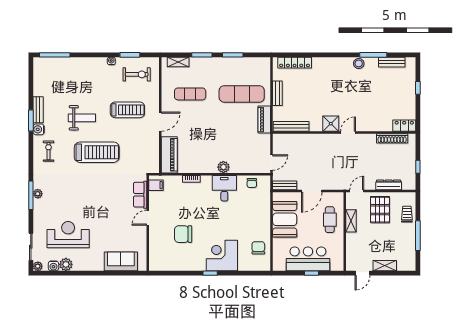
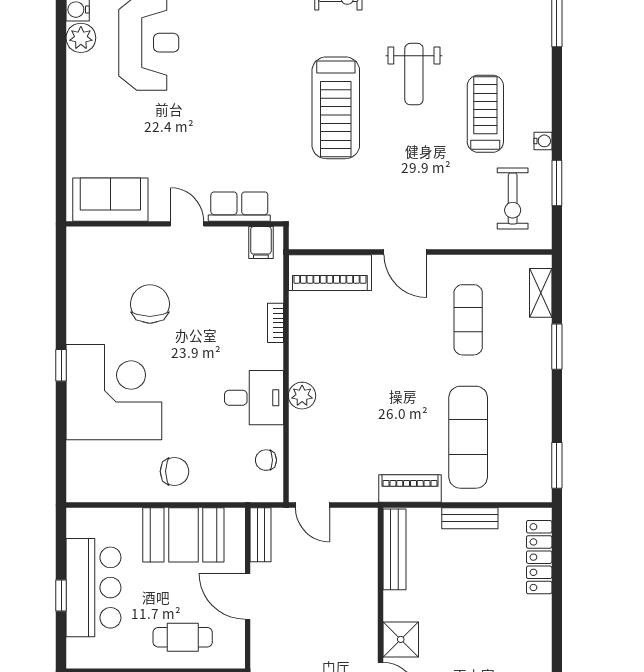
window: (233, 55) -> (557, 465), moved
treadmill: (127, 110) -> (485, 114), moved, turned 180
chair: (258, 248) -> (175, 471), moved
corner desk: (222, 255) -> (114, 392), width x1.36, depth x1.36
sofa: (121, 261) -> (110, 200), moved, turned -90

